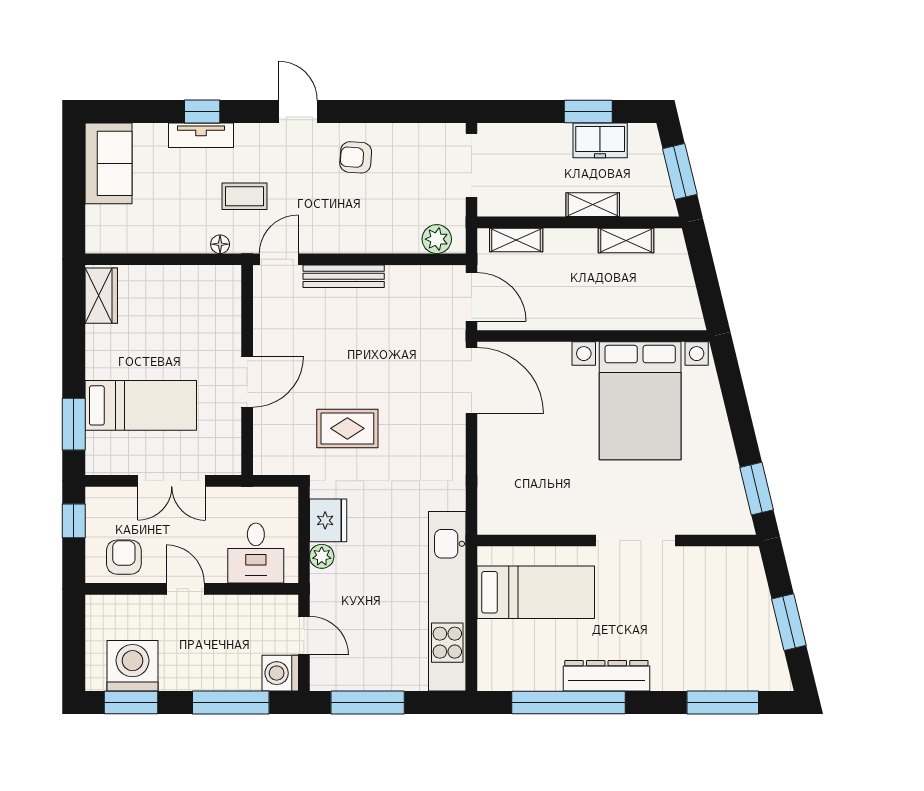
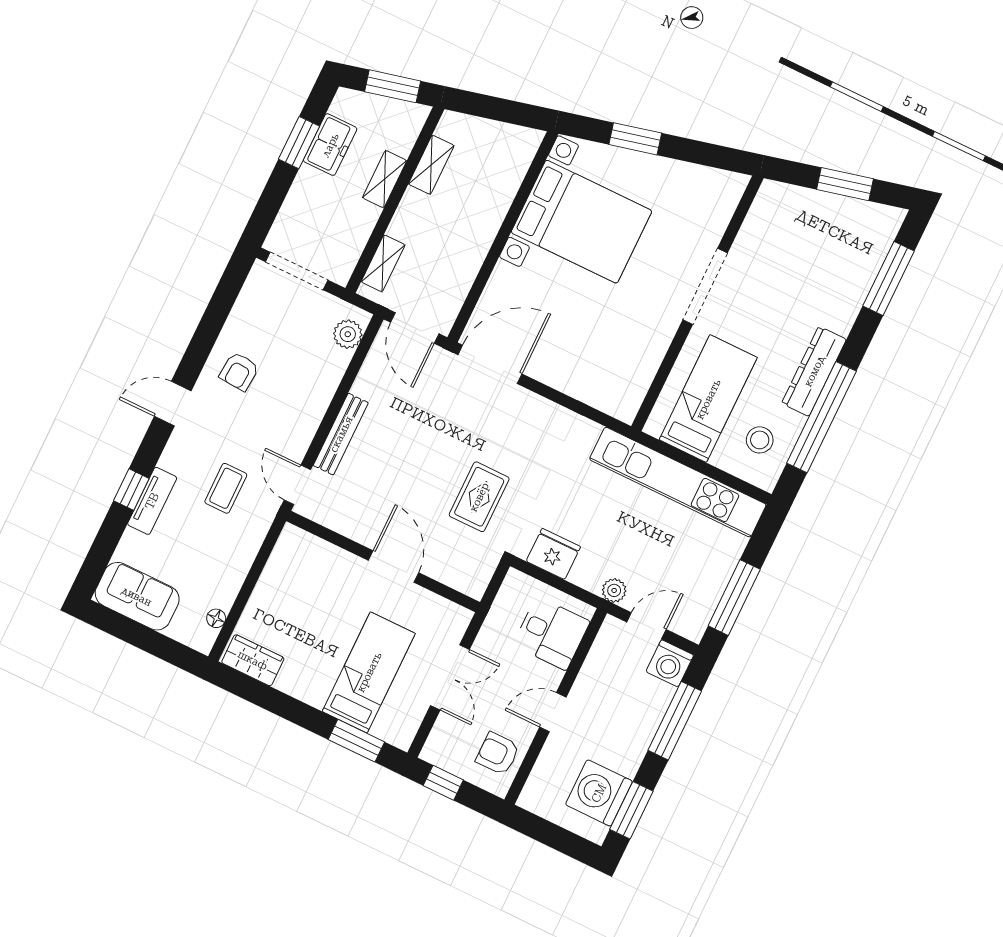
floor lamp: (220, 244) -> (216, 618), moved
door: (472, 297) -> (415, 328), swing flipped
window: (757, 489) -> (635, 139), moved
plant: (322, 556) -> (614, 590), moved
stool: (521, 657) -> (760, 440), added

